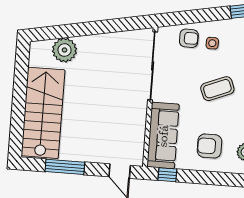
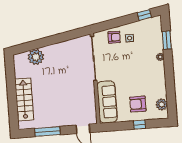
coffee table: (217, 89) -> (137, 67), removed
stairs: (43, 113) -> (24, 99), width x0.73, depth x0.66
window: (167, 175) -> (139, 125), moved

